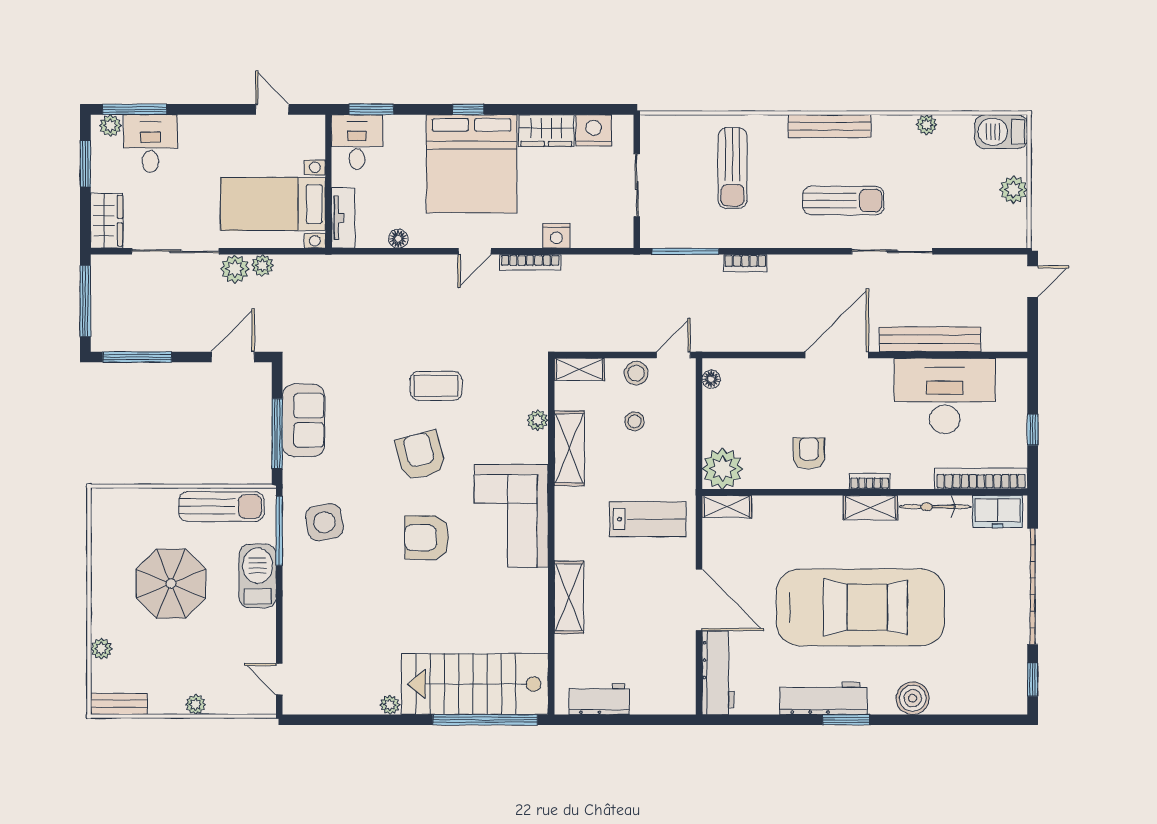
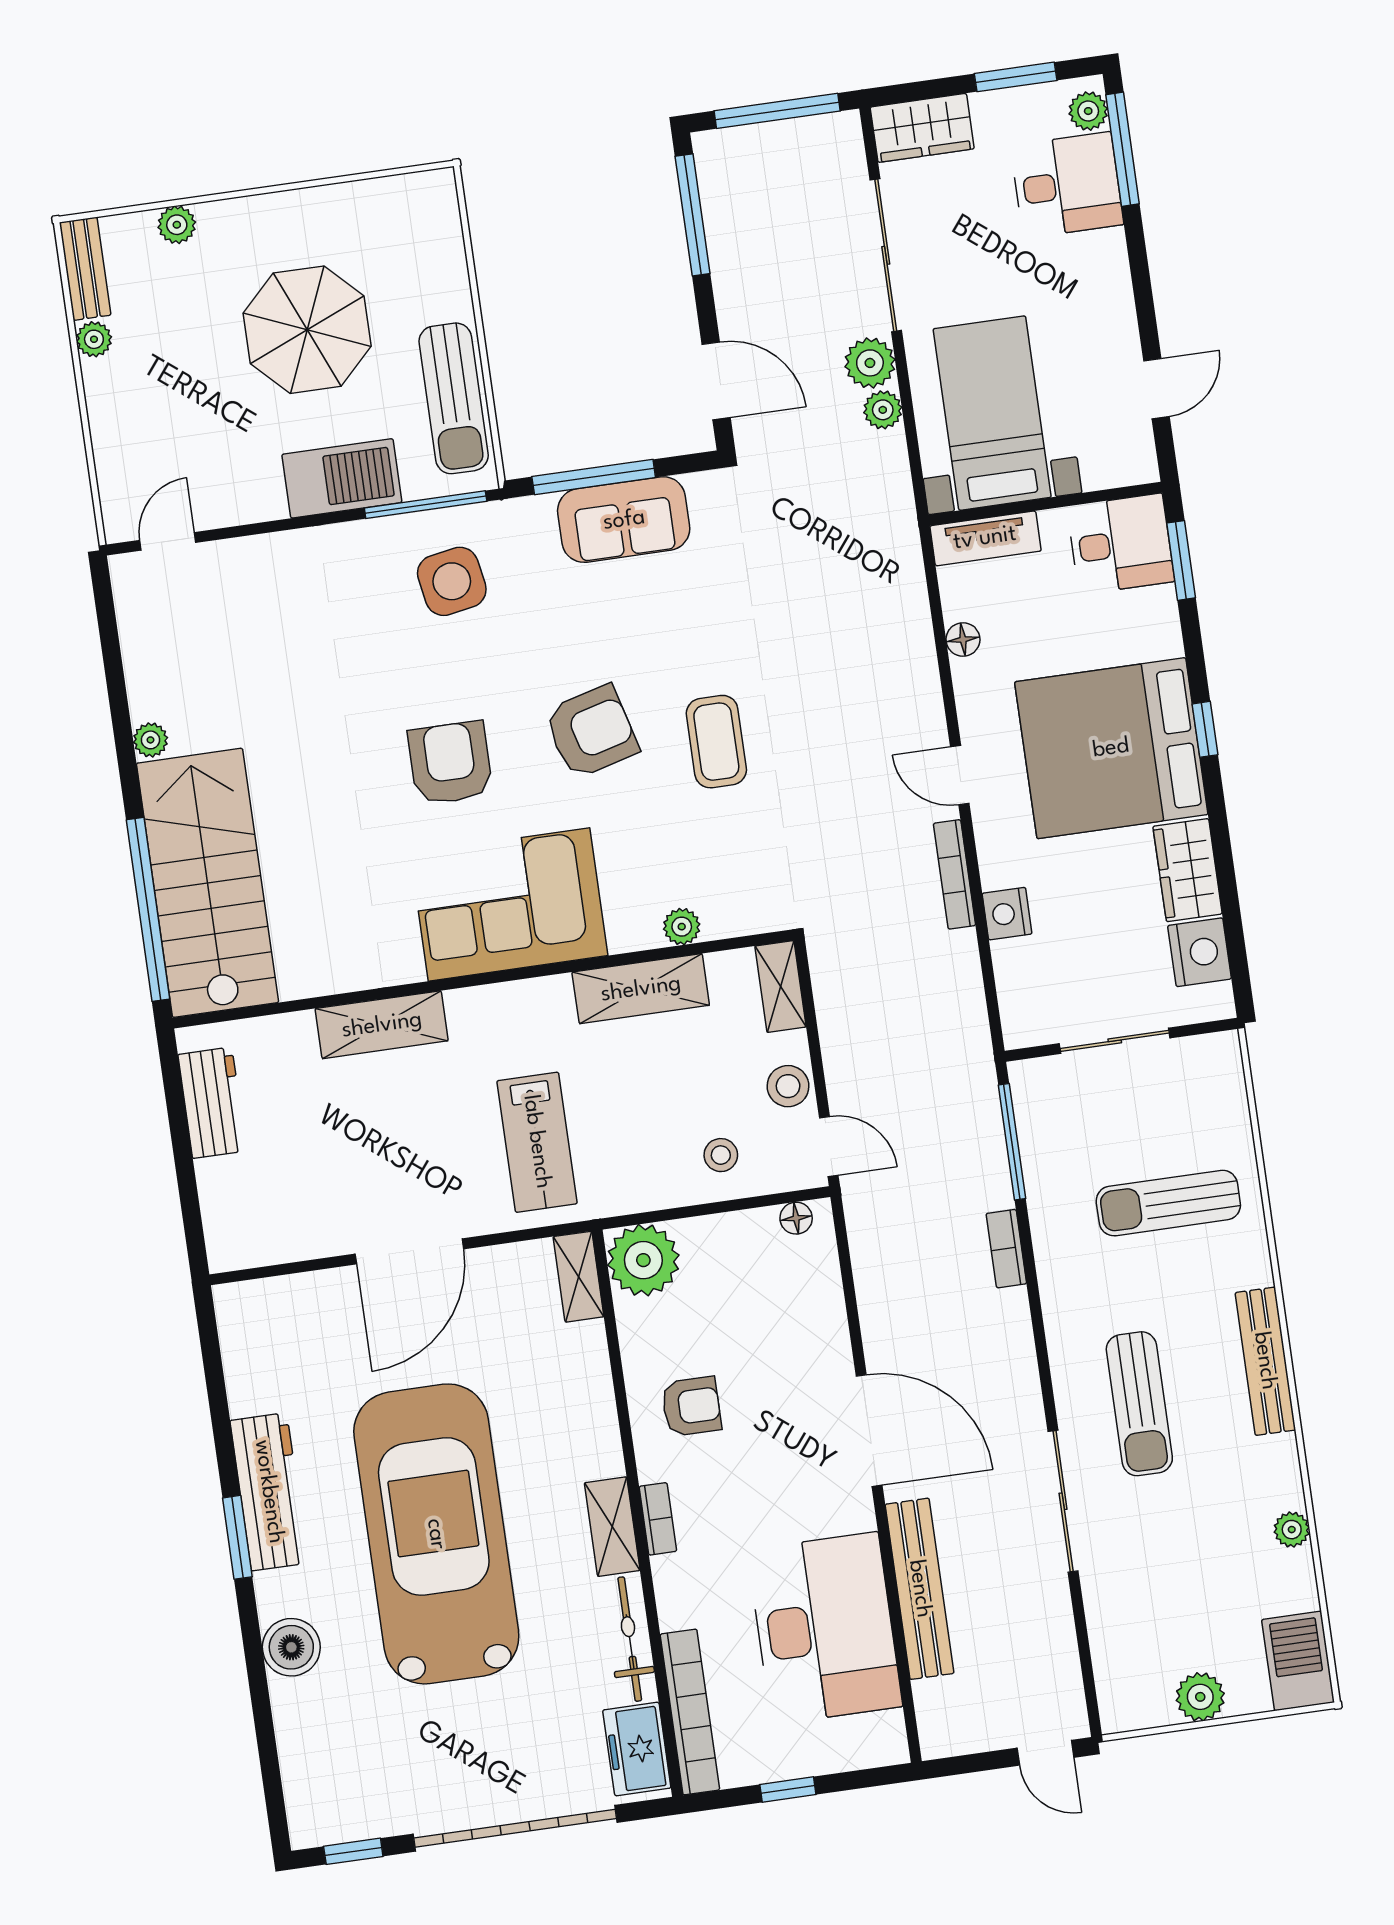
stool: (635, 421) -> (721, 1155), moved
car: (860, 607) -> (436, 1534), turned 180
workbench: (718, 673) -> (287, 1302), removed
plant: (196, 705) -> (94, 339), moved

